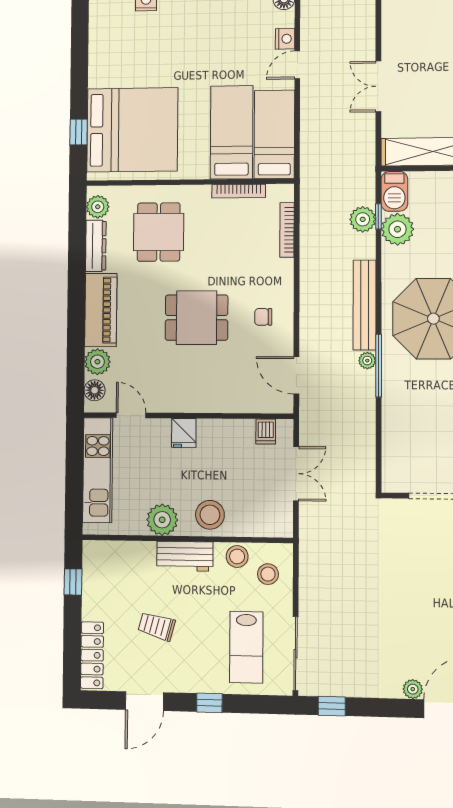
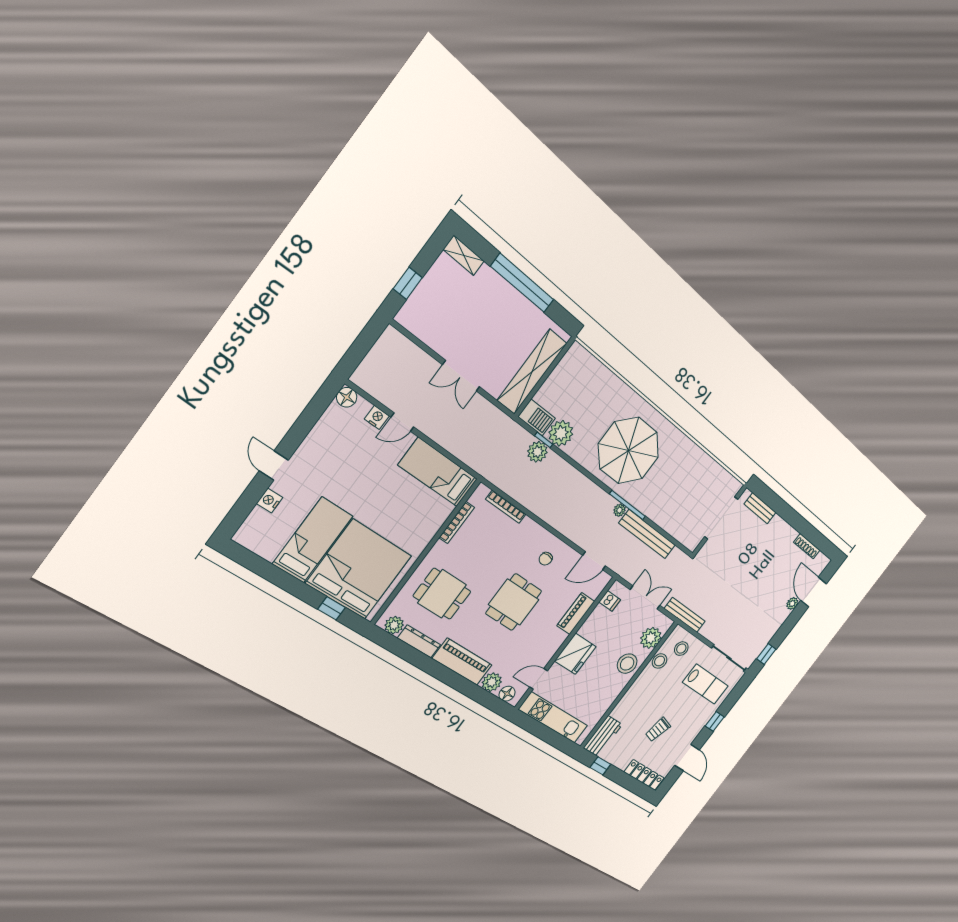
door: (297, 65) -> (402, 422), hinge flipped
bed: (232, 132) -> (313, 540), moved, turned 90
bench: (365, 305) -> (647, 534), moved
piano: (227, 401) -> (576, 614), added
fridge: (184, 433) -> (575, 654), width x1.88, depth x1.34
plant: (162, 520) -> (651, 638), moved
bench: (308, 544) -> (685, 615), added
workbench: (185, 556) -> (603, 736), moved

